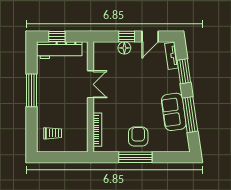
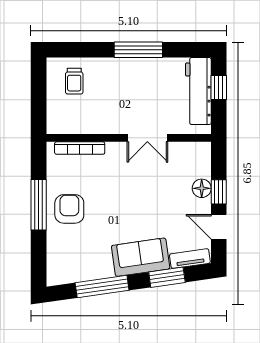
sofa: (174, 112) -> (141, 257), moved
armchair: (138, 137) -> (69, 209), turned -90

